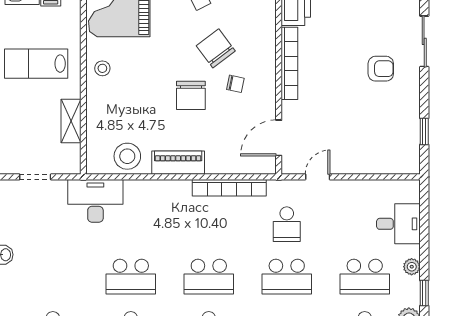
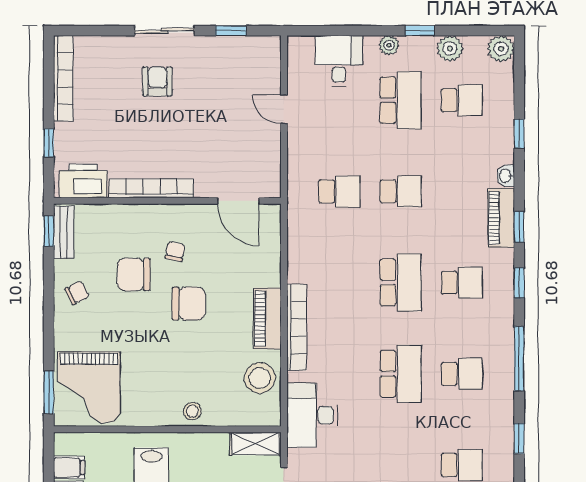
sliding door: (424, 41) -> (164, 31), moved
chair: (216, 48) -> (134, 274), turned 37
stool: (102, 68) -> (192, 411), moved
shelving: (71, 121) -> (256, 444), moved
door: (318, 177) -> (284, 109), moved
bookcase: (229, 188) -> (297, 327), moved
school desk: (287, 277) -> (401, 191), width x0.54

